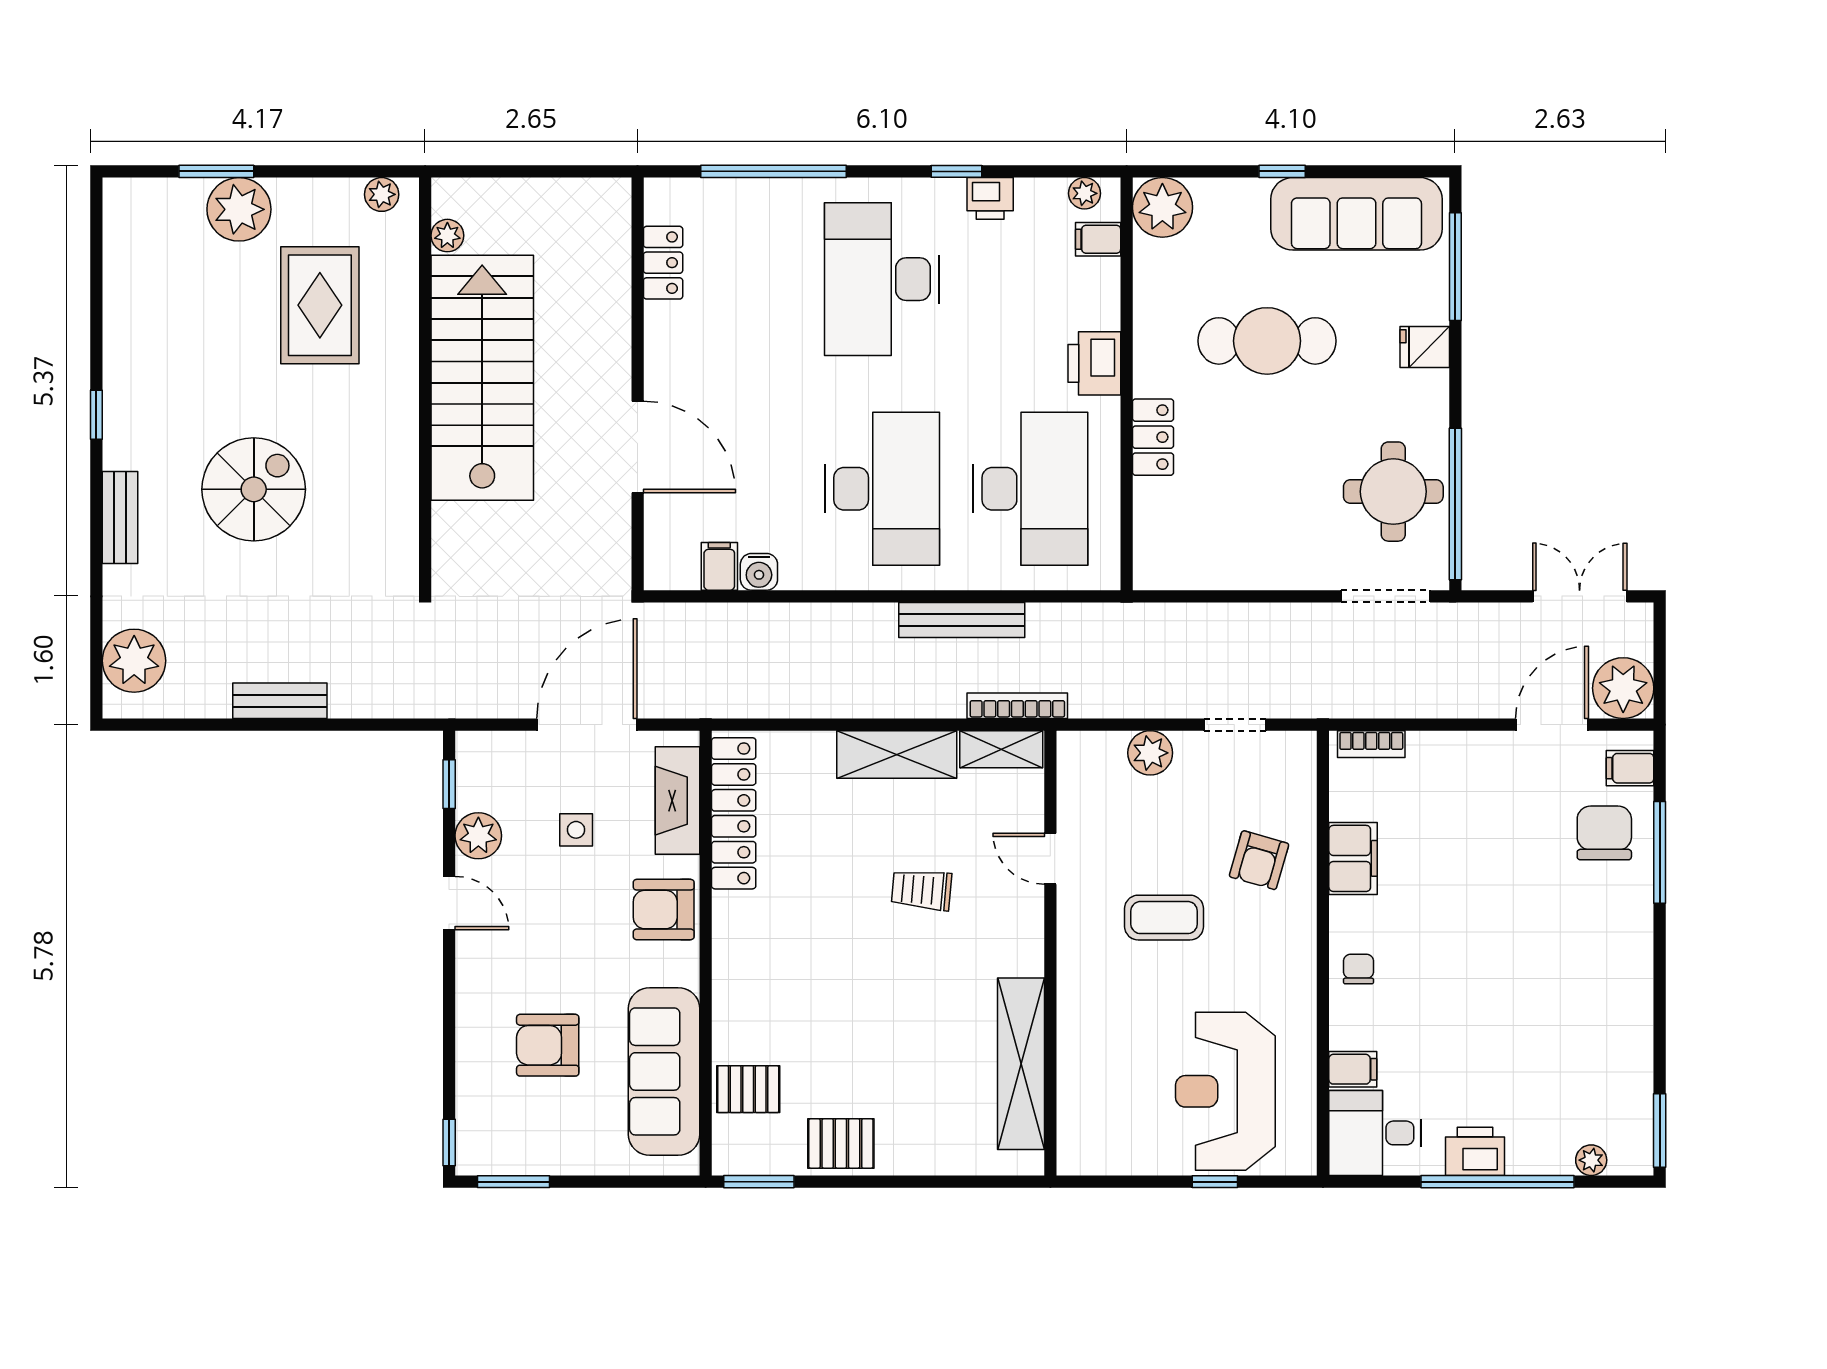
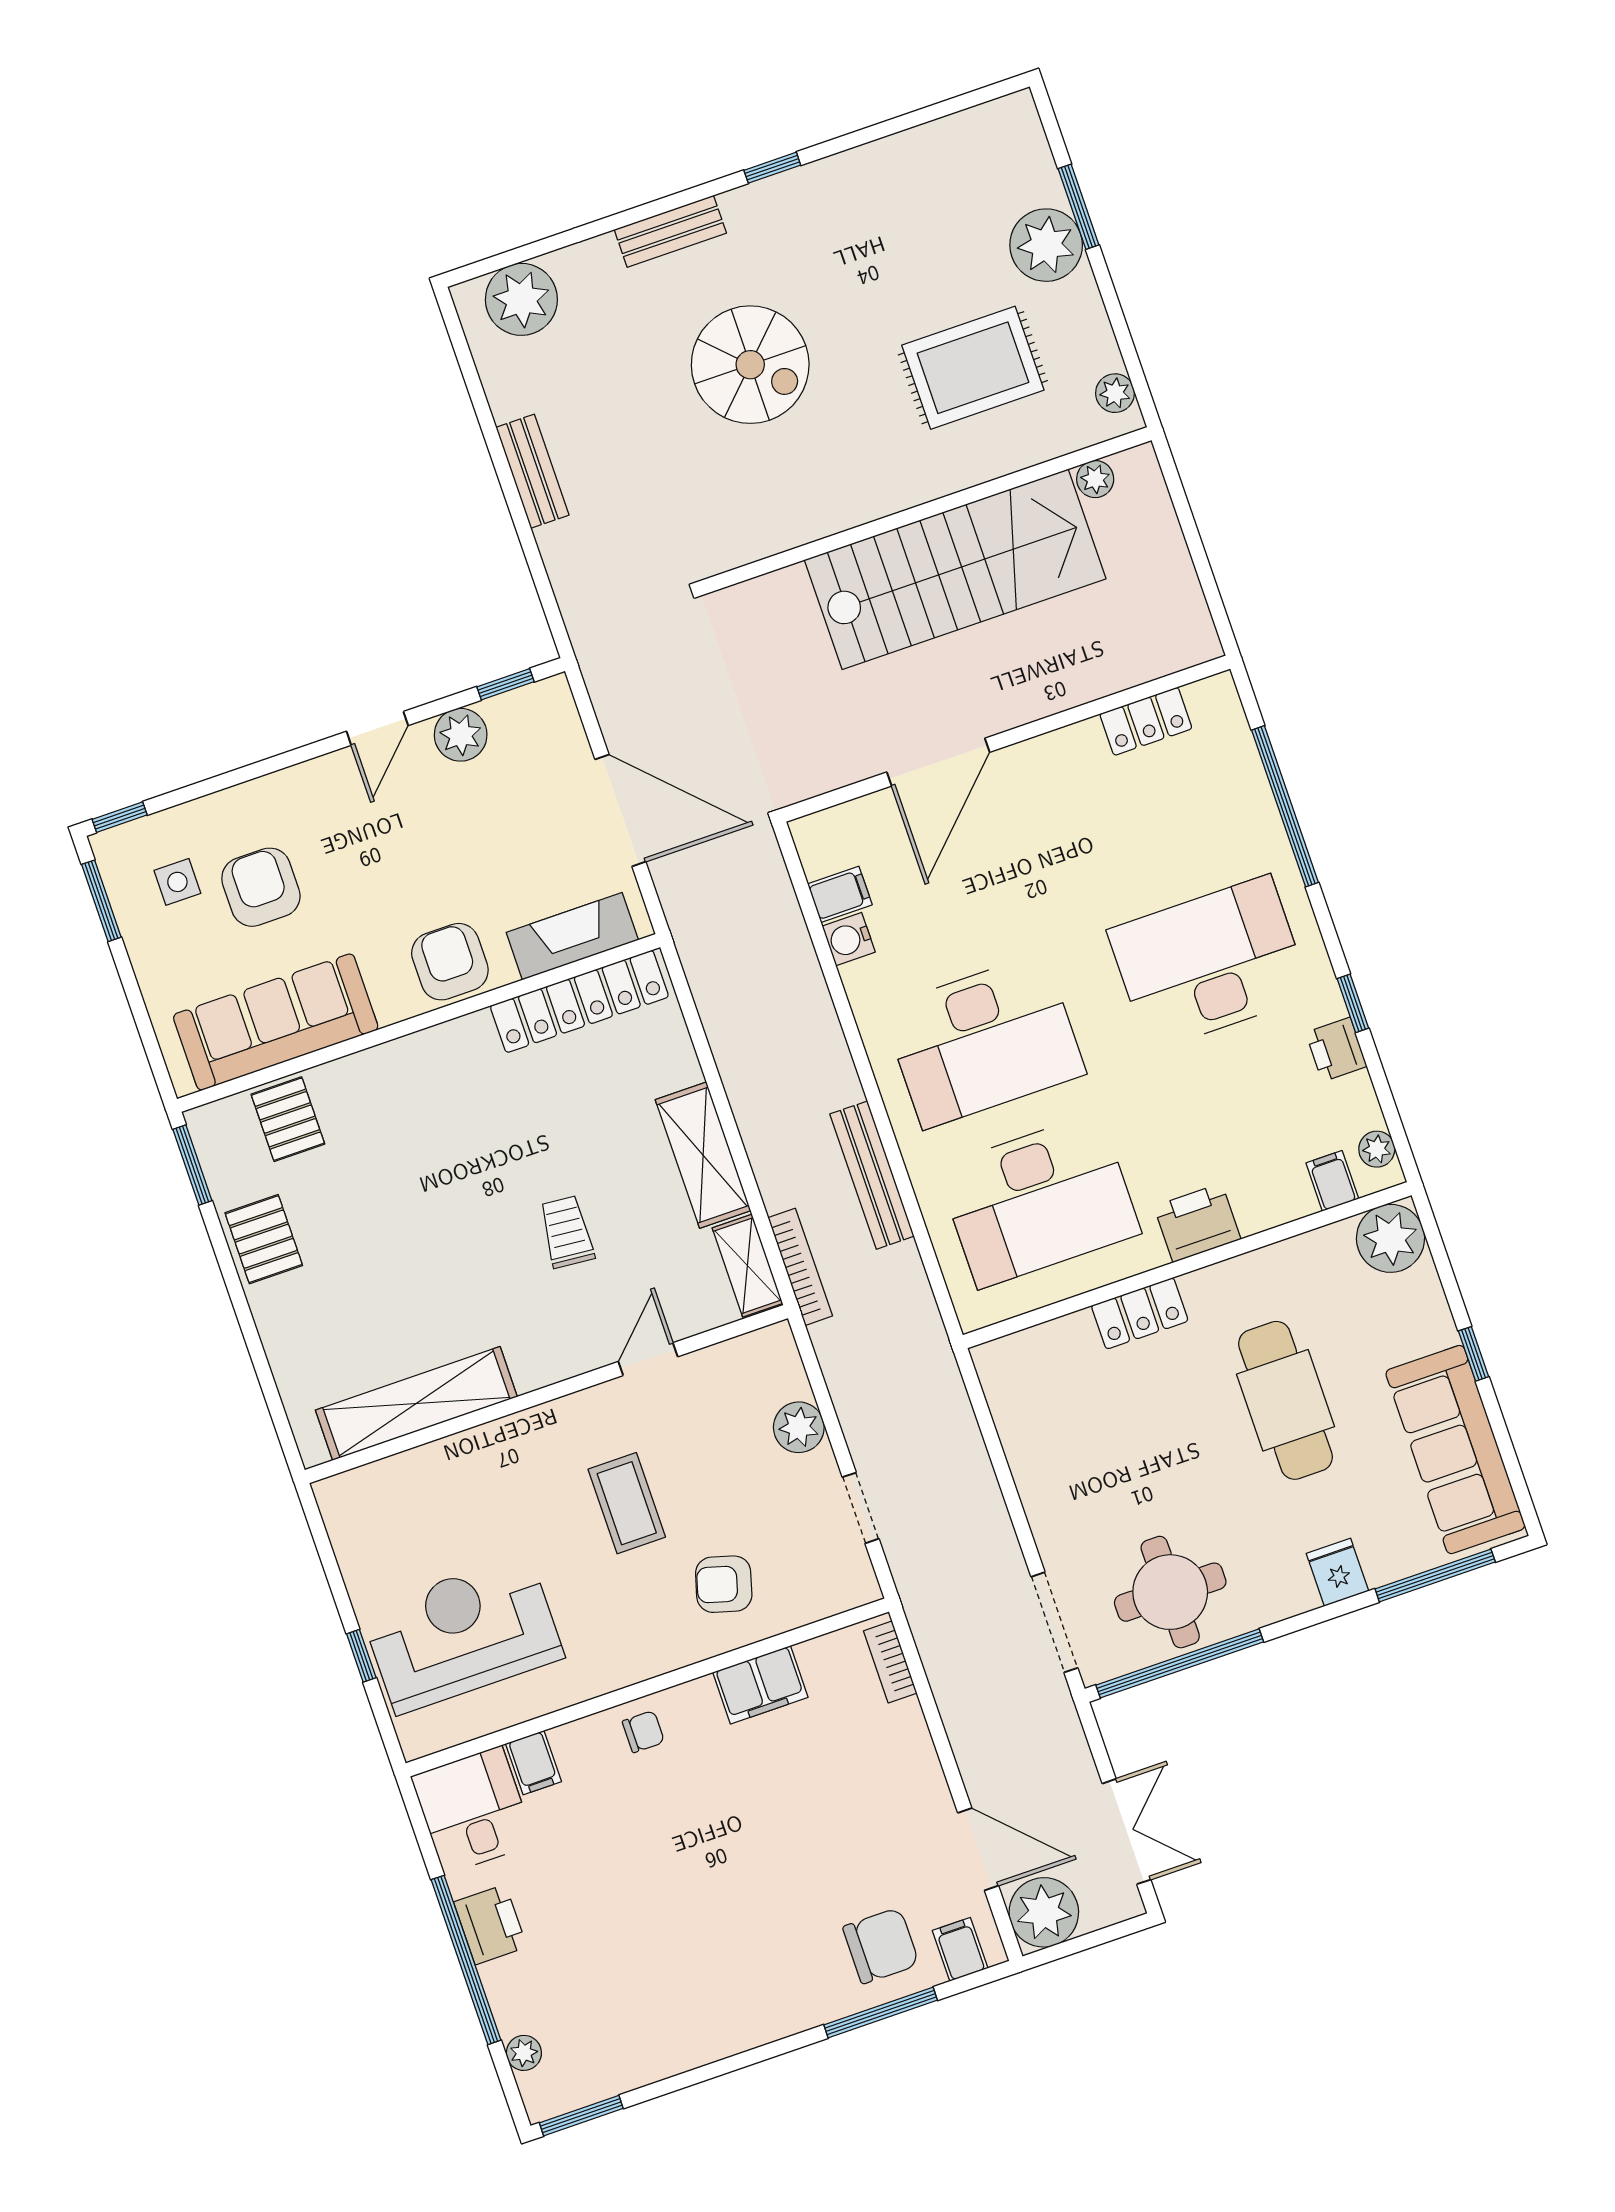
side table: (576, 830) -> (177, 882), moved

